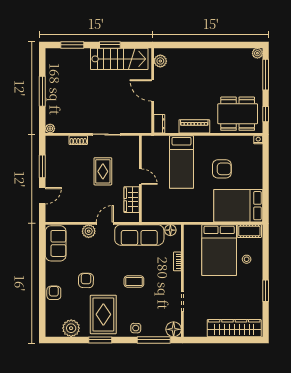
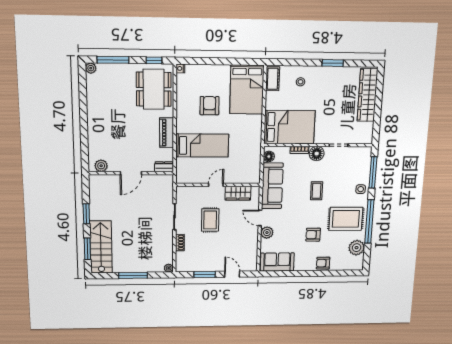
stairs: (119, 59) -> (101, 247), moved
rug: (103, 171) -> (210, 220), turned 90
bed: (219, 250) -> (289, 127), moved
floor lamp: (174, 329) -> (317, 154), moved
window: (100, 340) -> (369, 221), width x2.11

